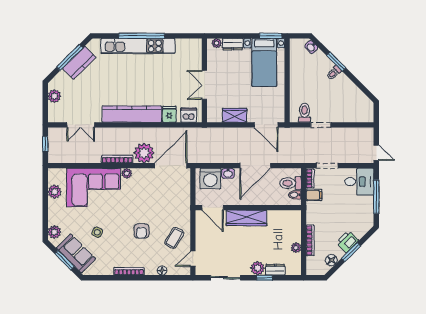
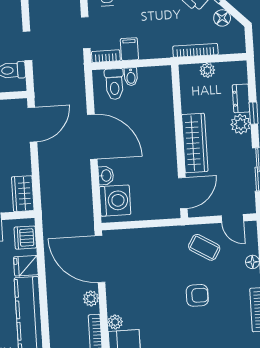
wardrobe: (235, 115) -> (23, 194), moved
plant: (144, 153) -> (91, 298), width x0.53, depth x0.53
door: (213, 208) -> (183, 193), moved
wall: (248, 208) -> (180, 141), moved
wardrobe: (246, 218) -> (195, 143), moved

